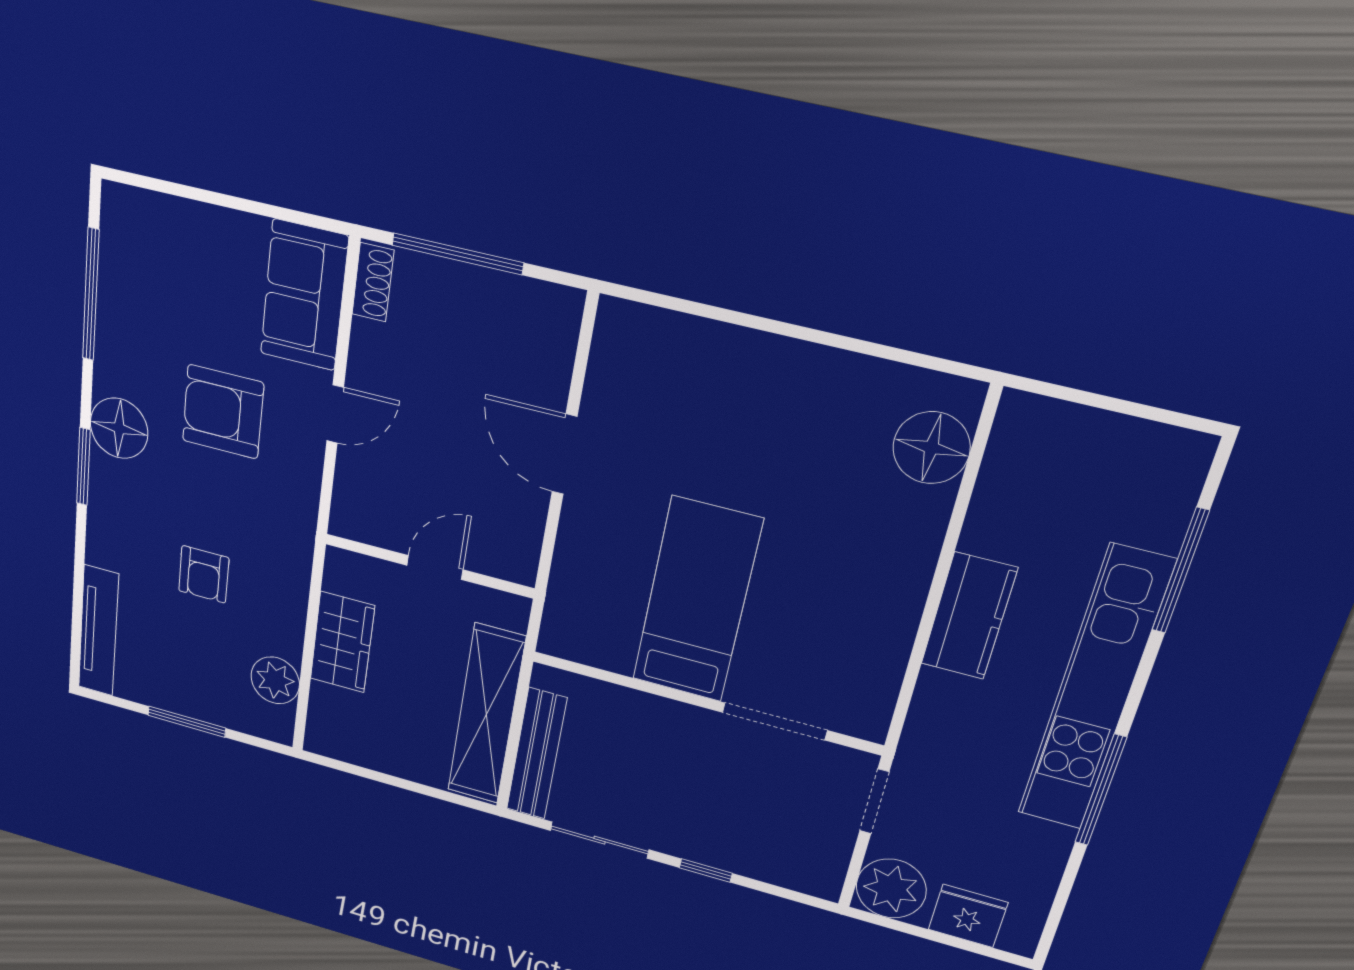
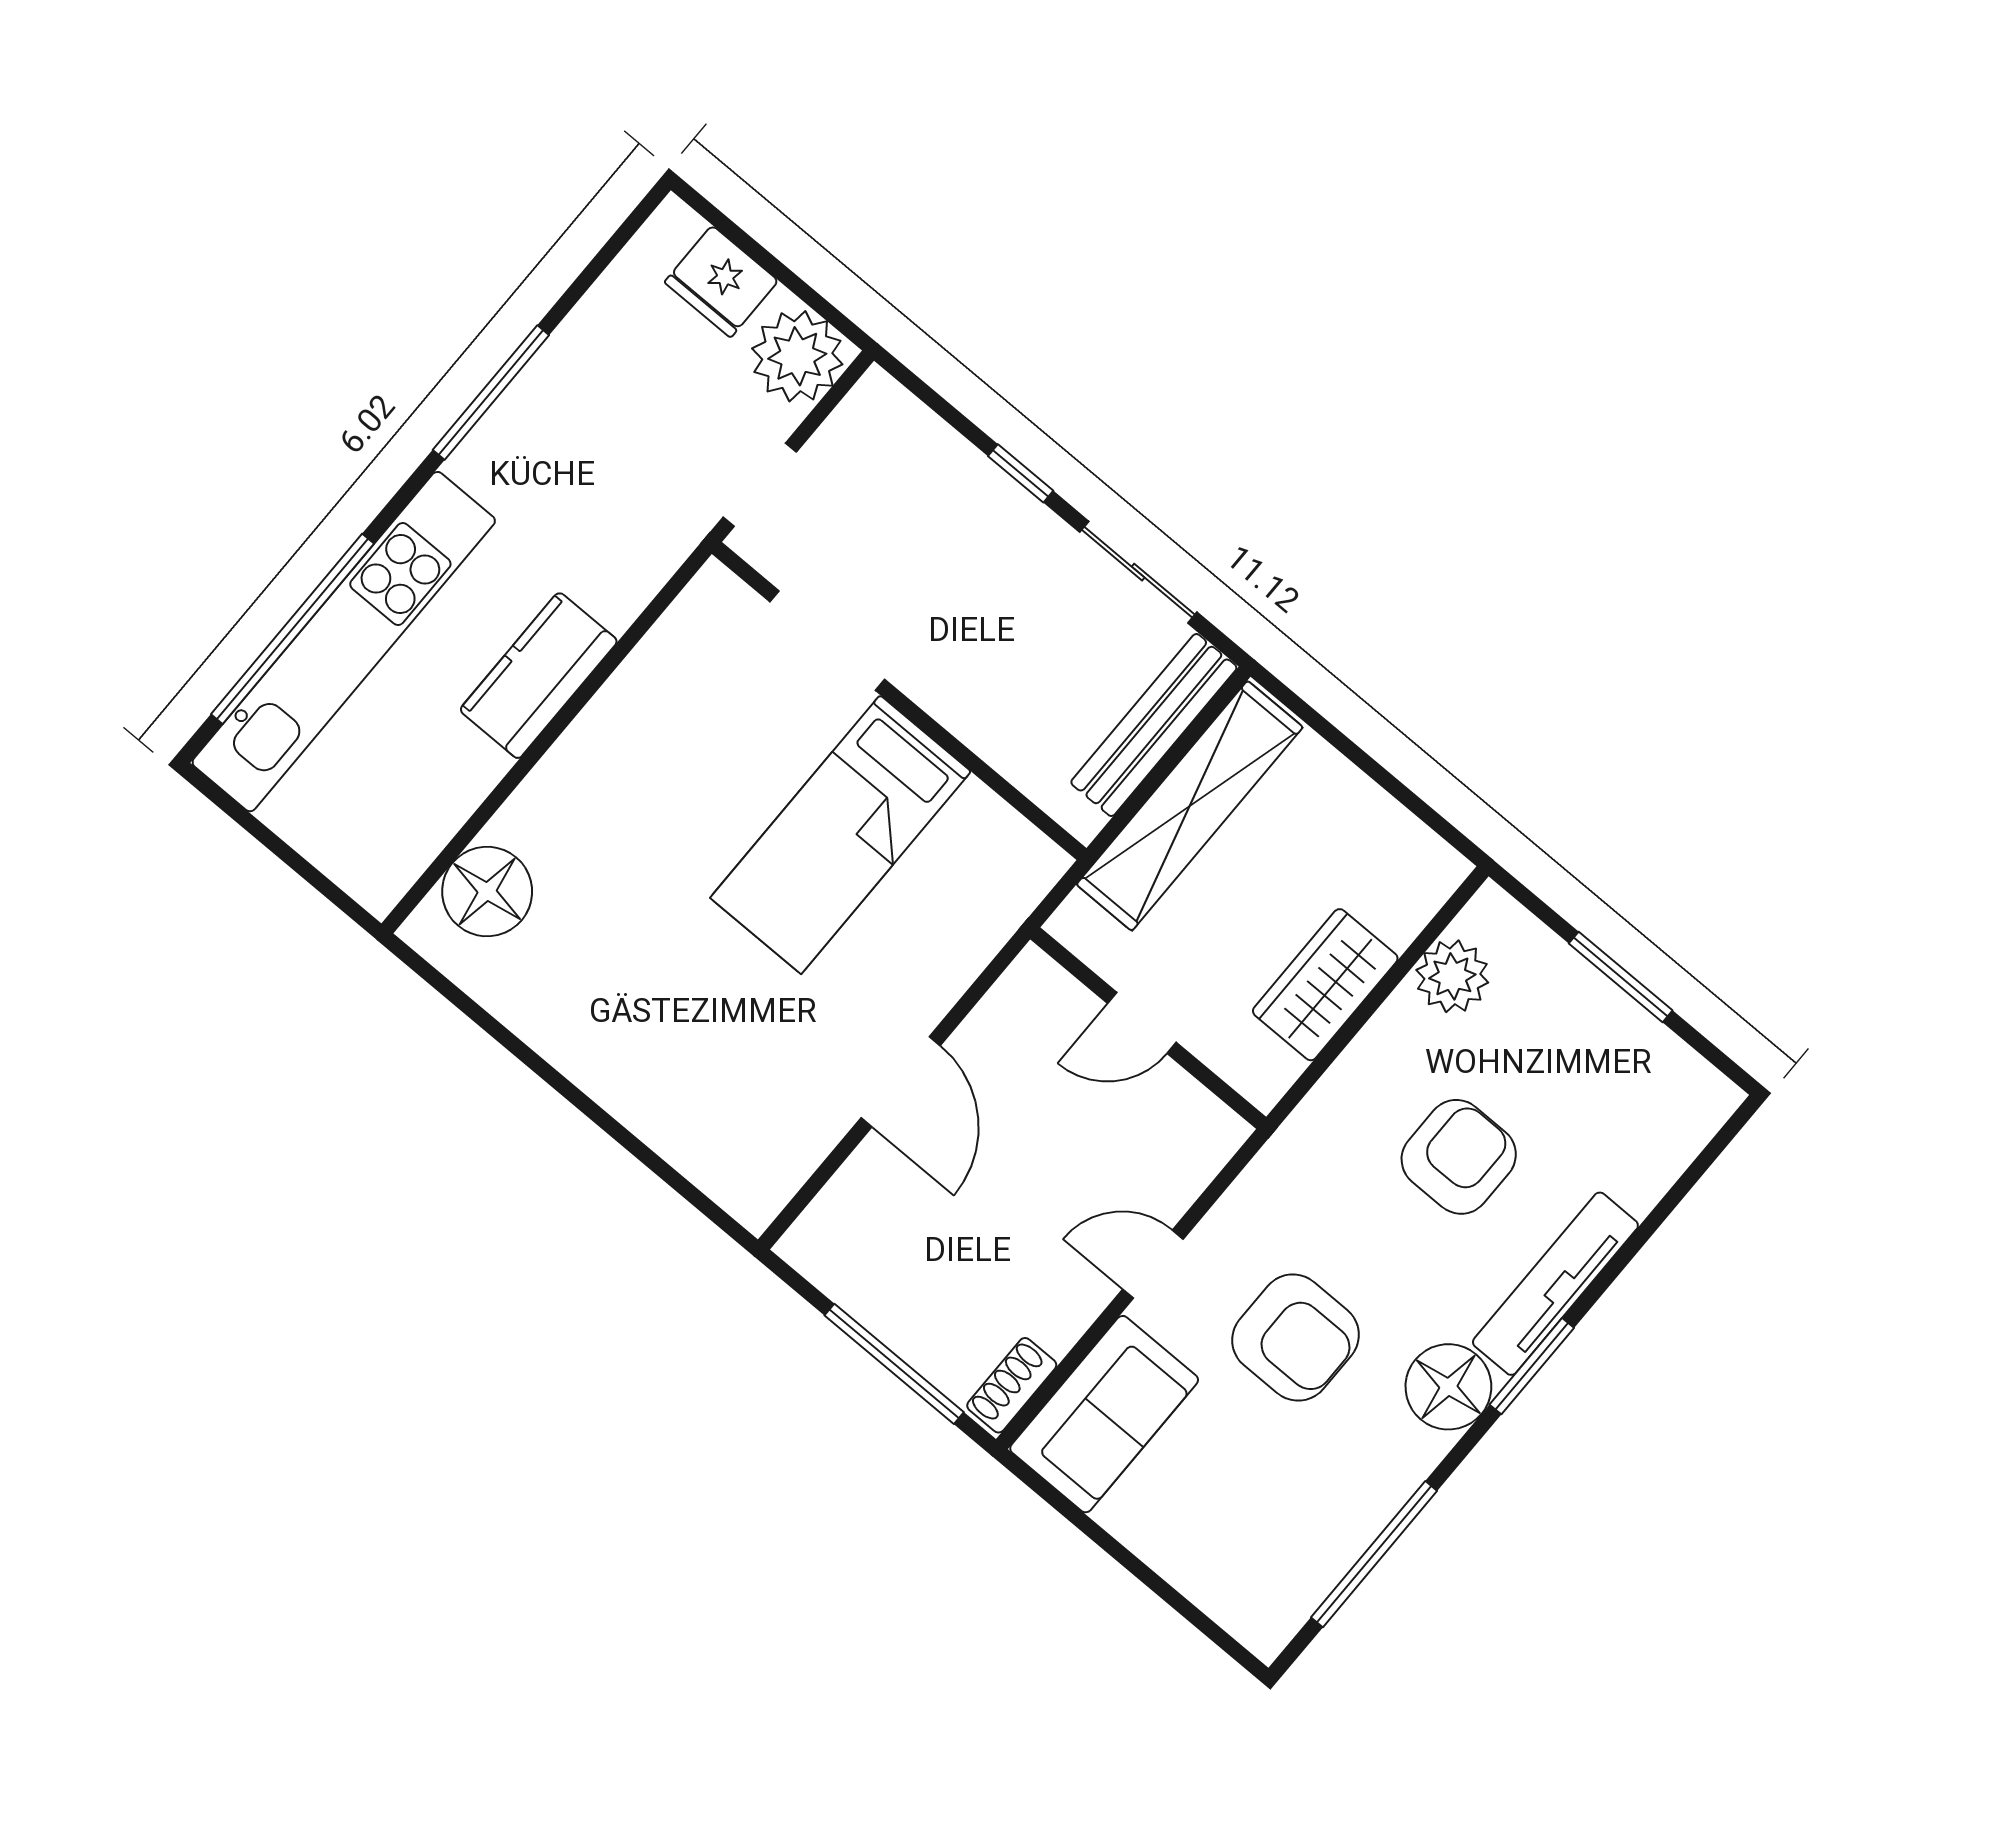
window: (1180, 571) -> (292, 629), width x1.46
armchair: (204, 574) -> (1459, 1157), width x1.38, depth x1.38
tv unit: (98, 631) -> (1555, 1284), moved
kitchen unit: (1095, 691) -> (344, 642), moved

